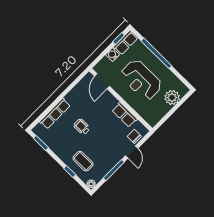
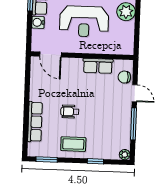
coffee table: (83, 161) -> (73, 144), moved

